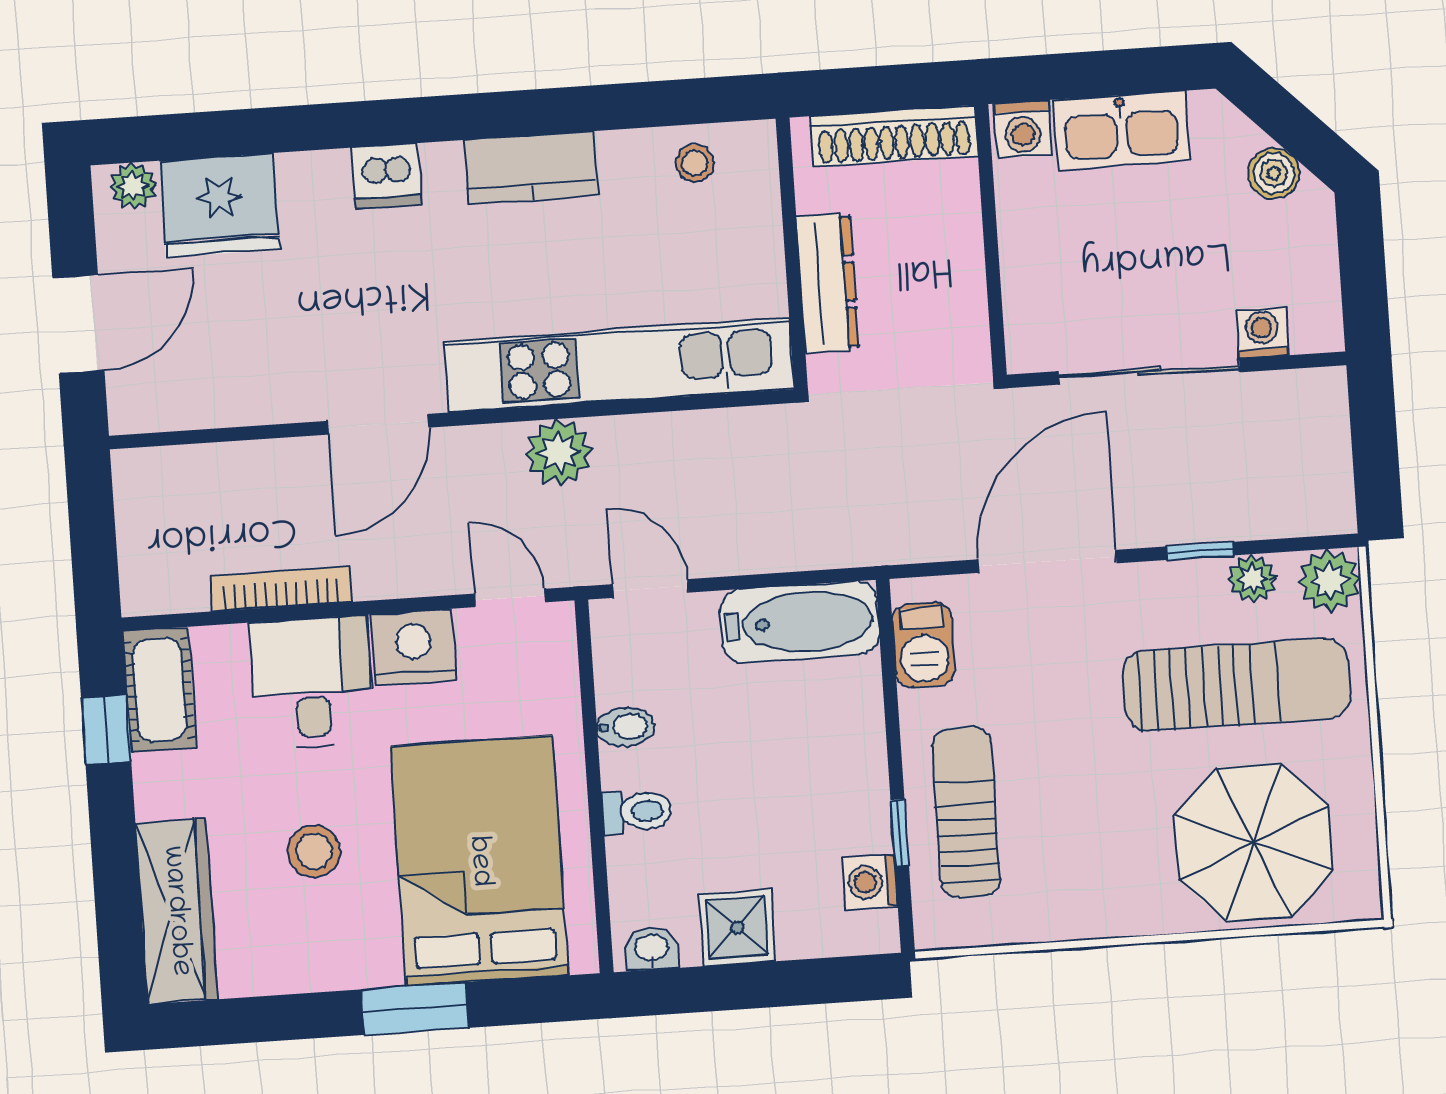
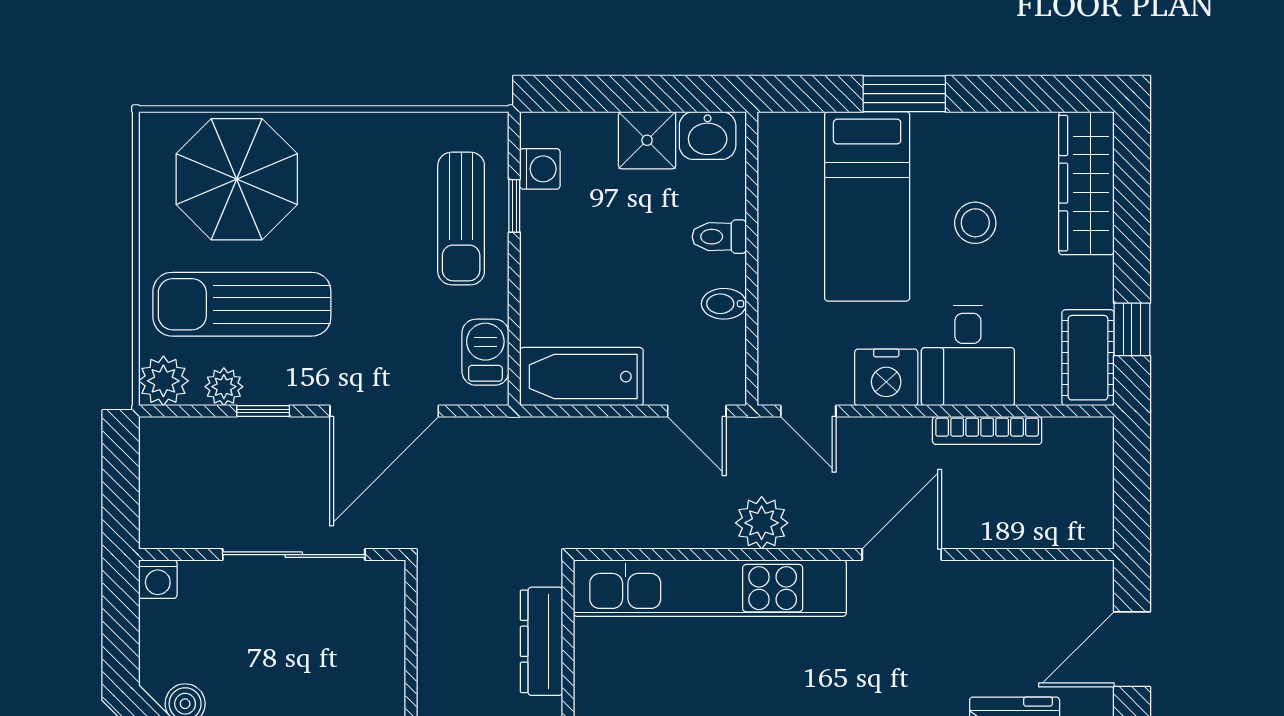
washing machine: (1262, 333) -> (158, 579), moved
bed: (479, 861) -> (867, 206), width x0.67
washbasin: (652, 949) -> (708, 136), width x1.38, depth x1.45

